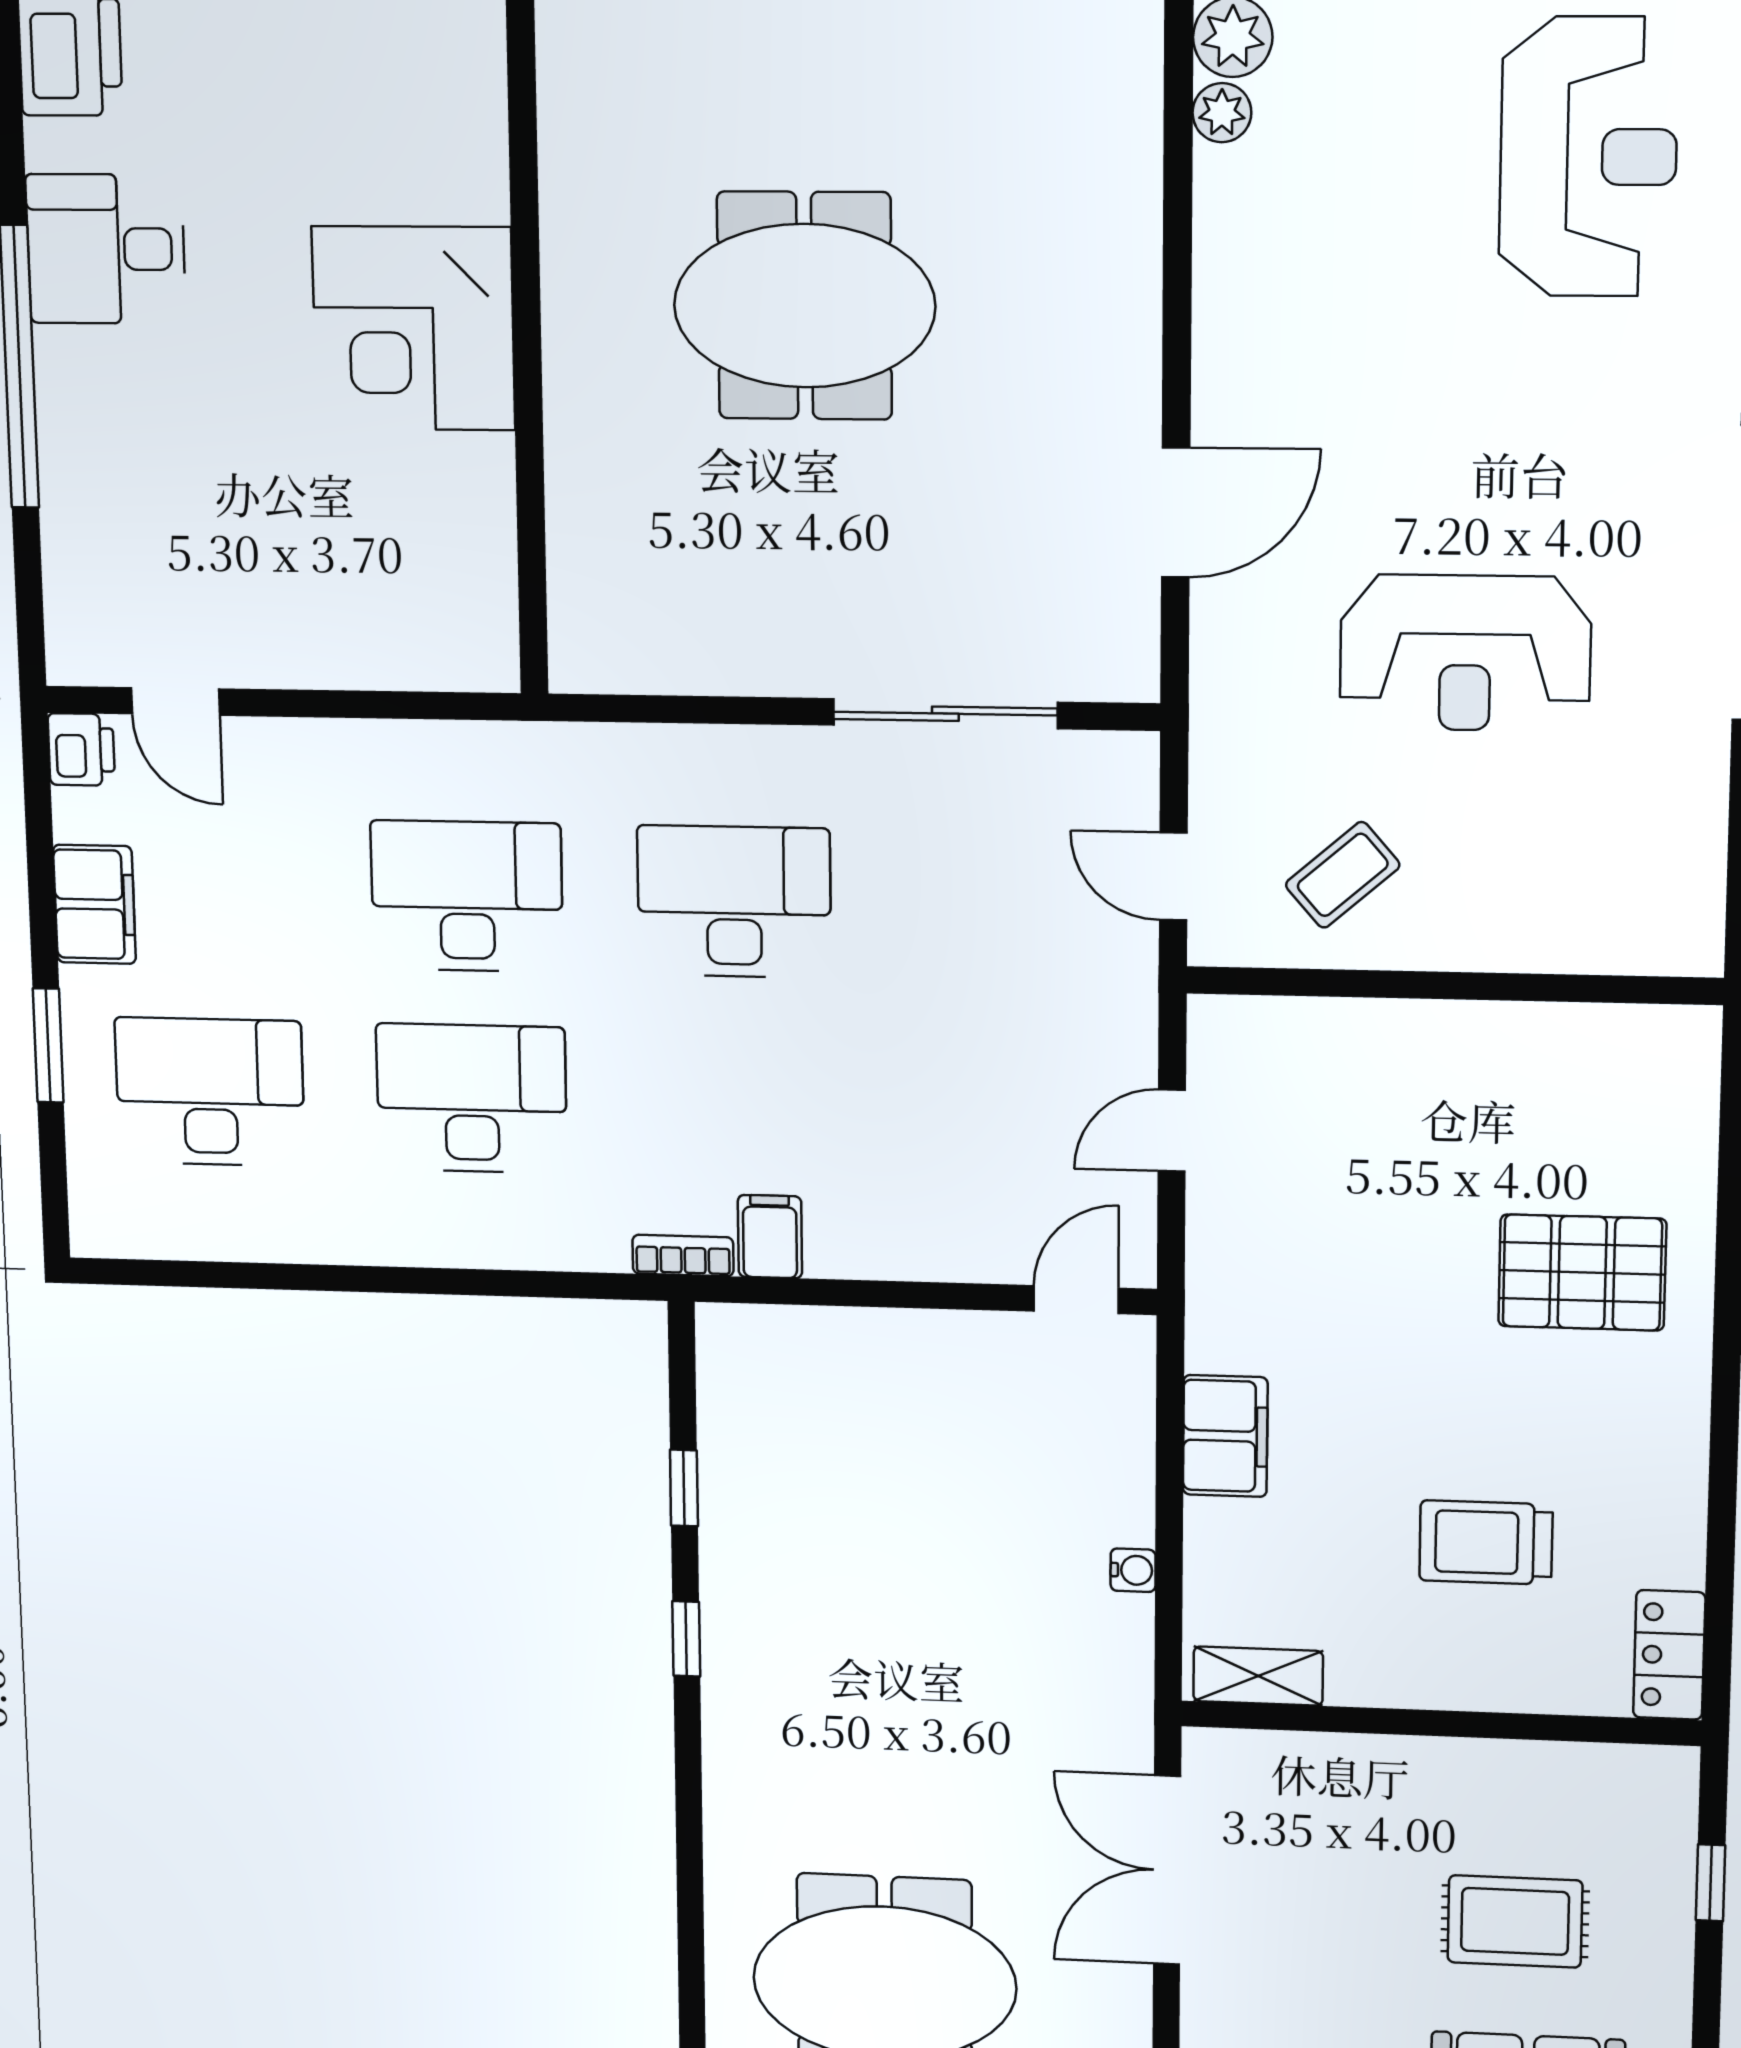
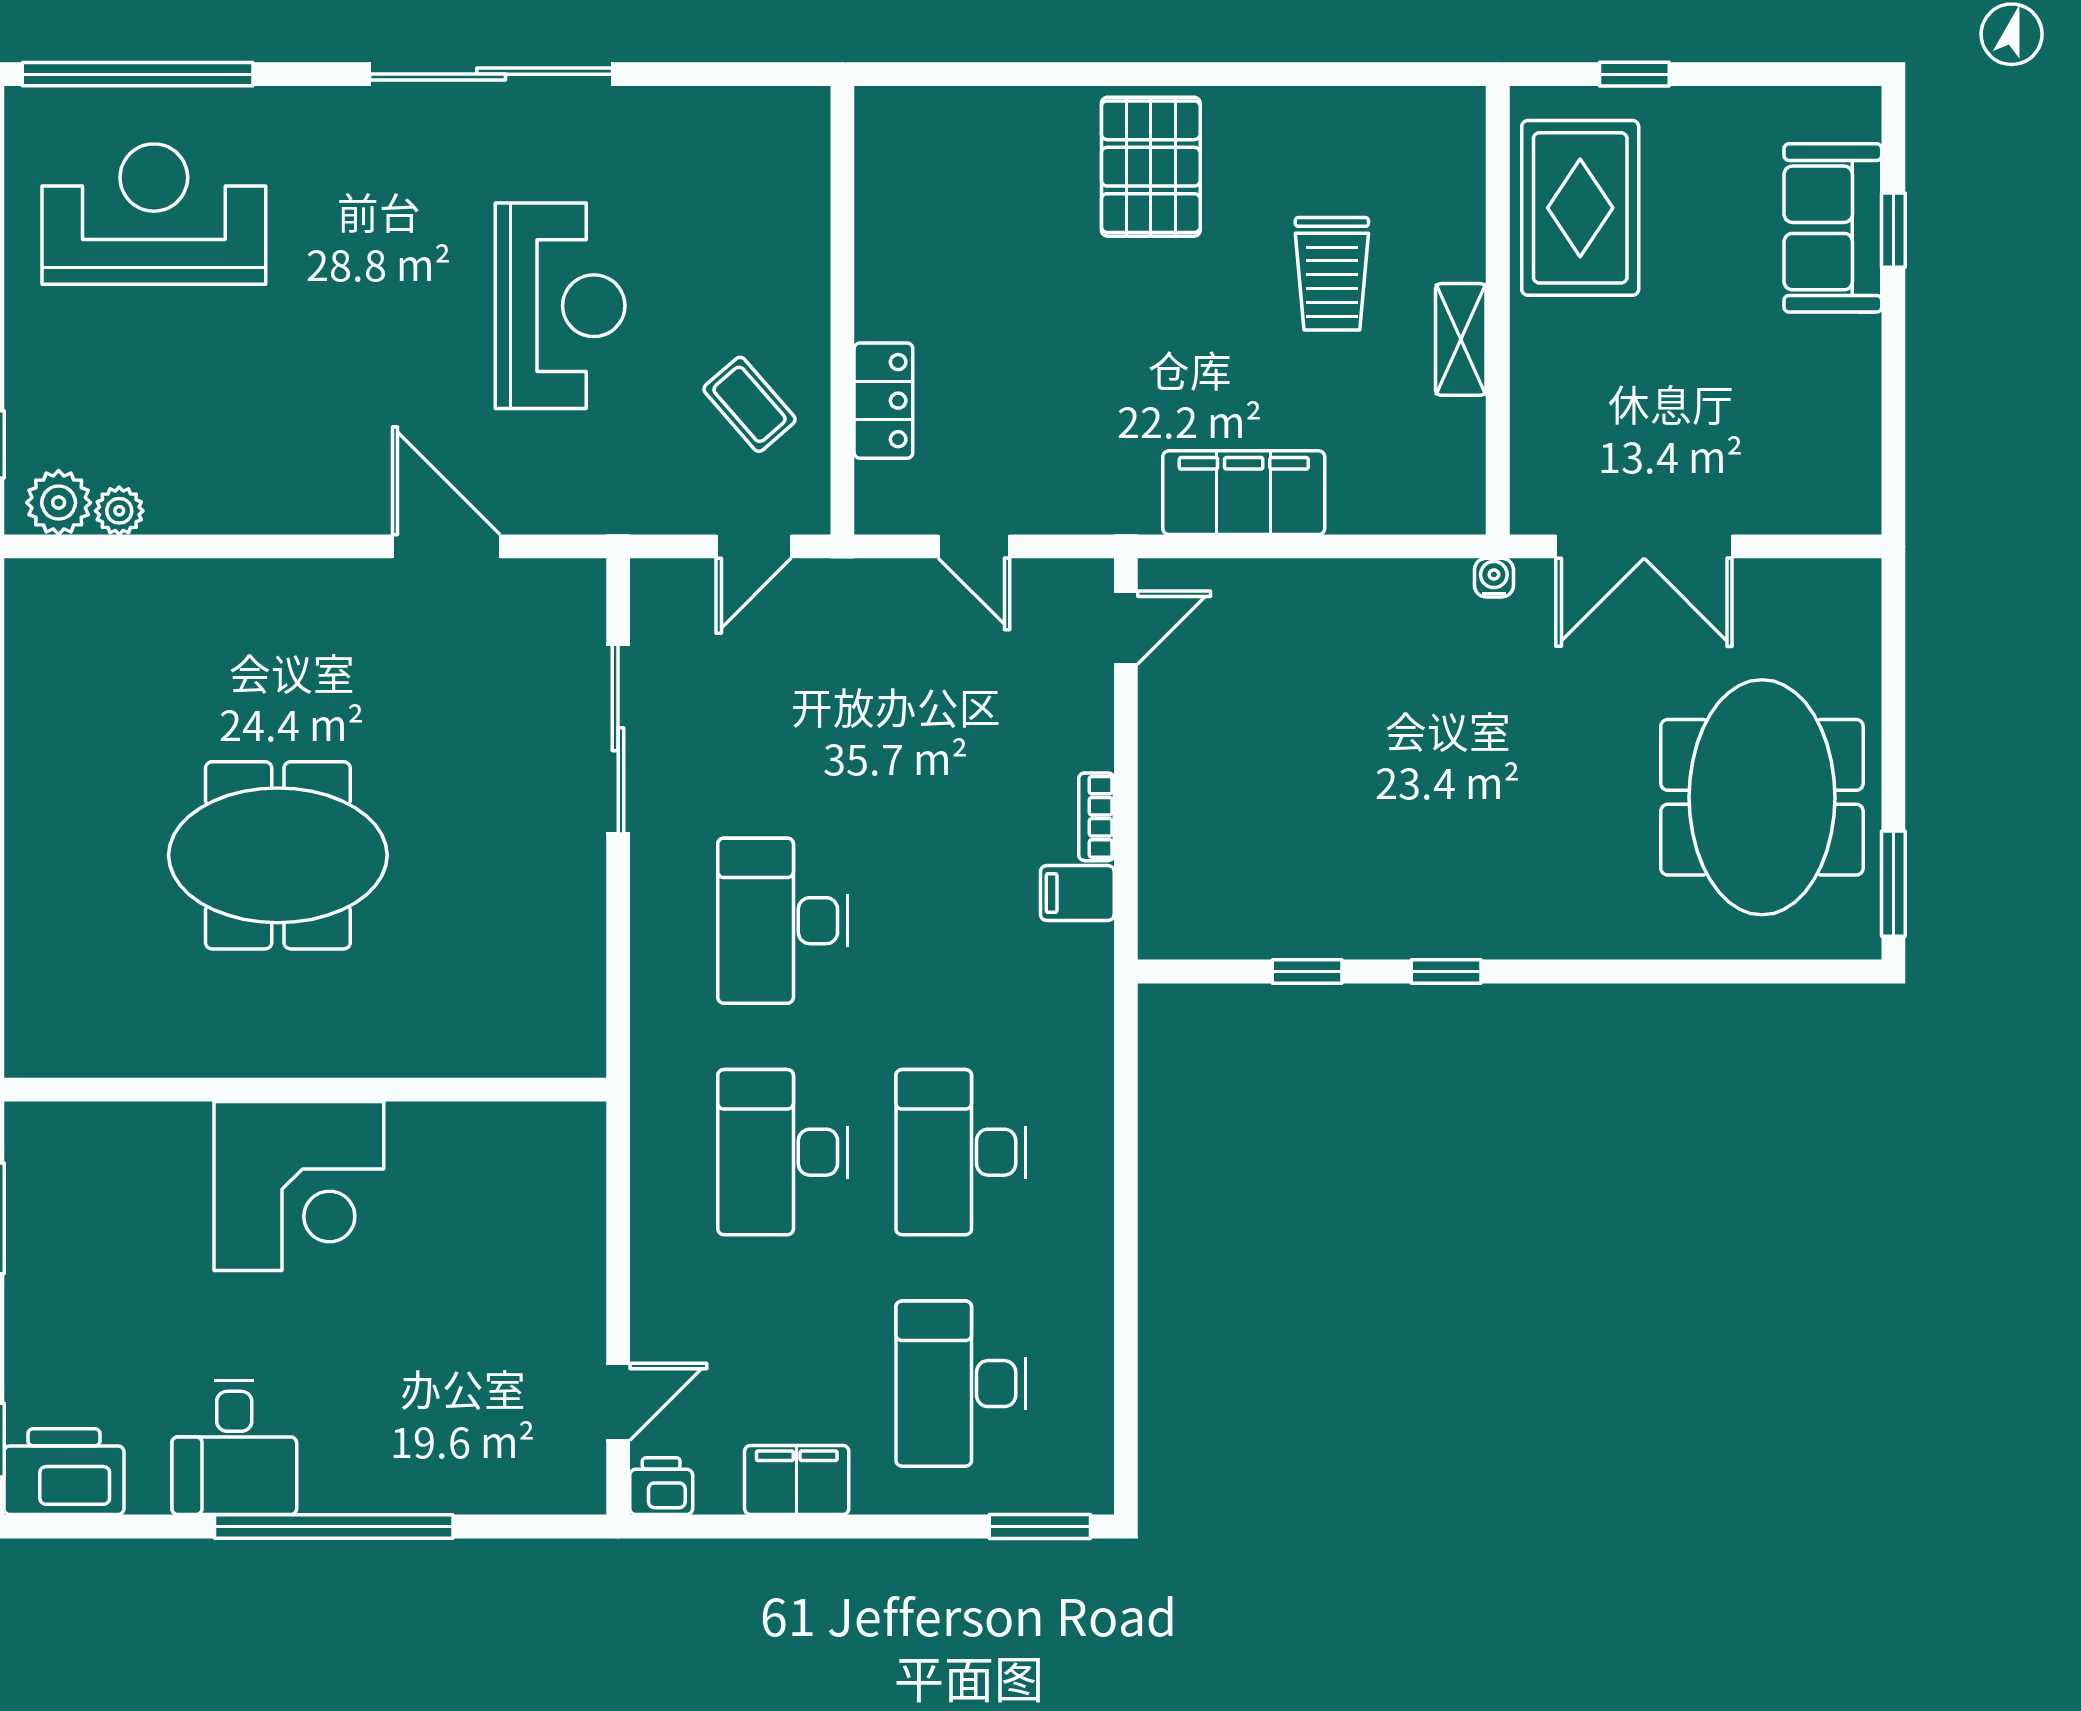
meeting table: (805, 306) -> (278, 855), turned 90
window: (48, 1046) -> (1040, 1526), moved
bookcase: (683, 1256) -> (1096, 817), moved
pallet: (1582, 1273) -> (1151, 167), moved
door: (1076, 1300) -> (1126, 628), swing flipped
filing cabinet: (1225, 1436) -> (1244, 493), width x1.50, depth x1.17
water cooler: (1133, 1570) -> (1494, 578), moved
locker: (1669, 1655) -> (883, 401), moved, turned -90
shelving: (1258, 1676) -> (1461, 339), moved
rug: (1515, 1921) -> (1580, 208), moved, width x1.36, depth x1.43

